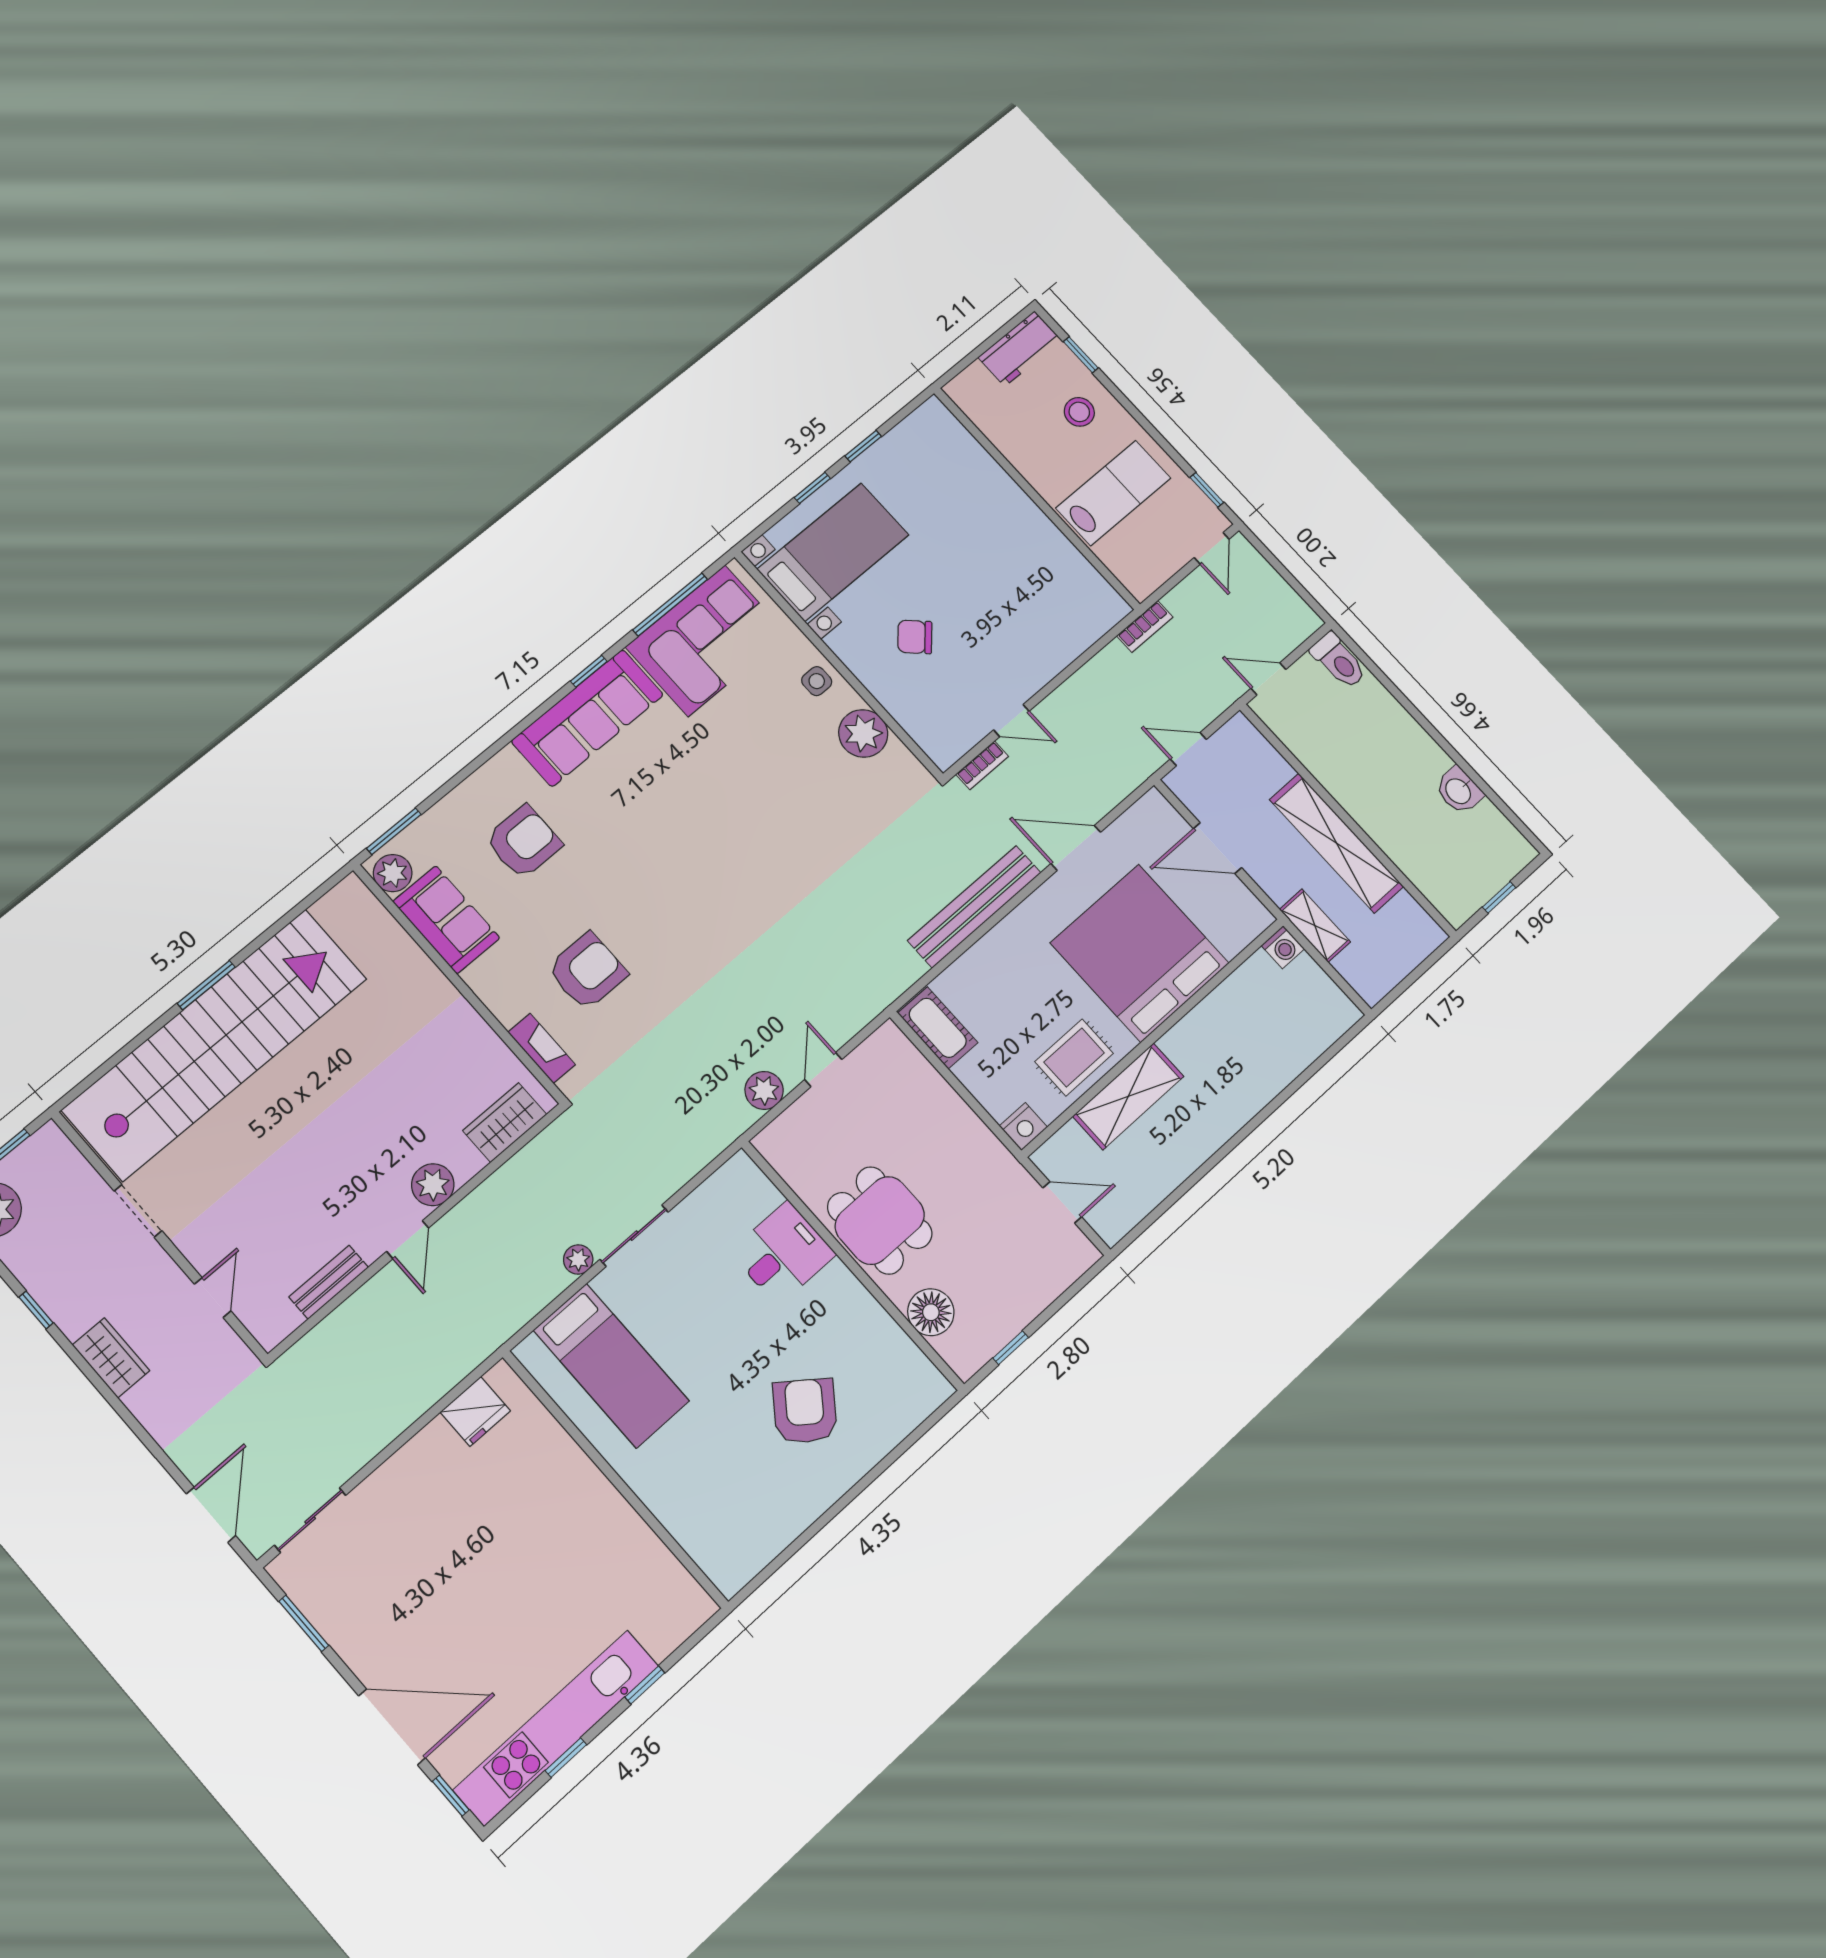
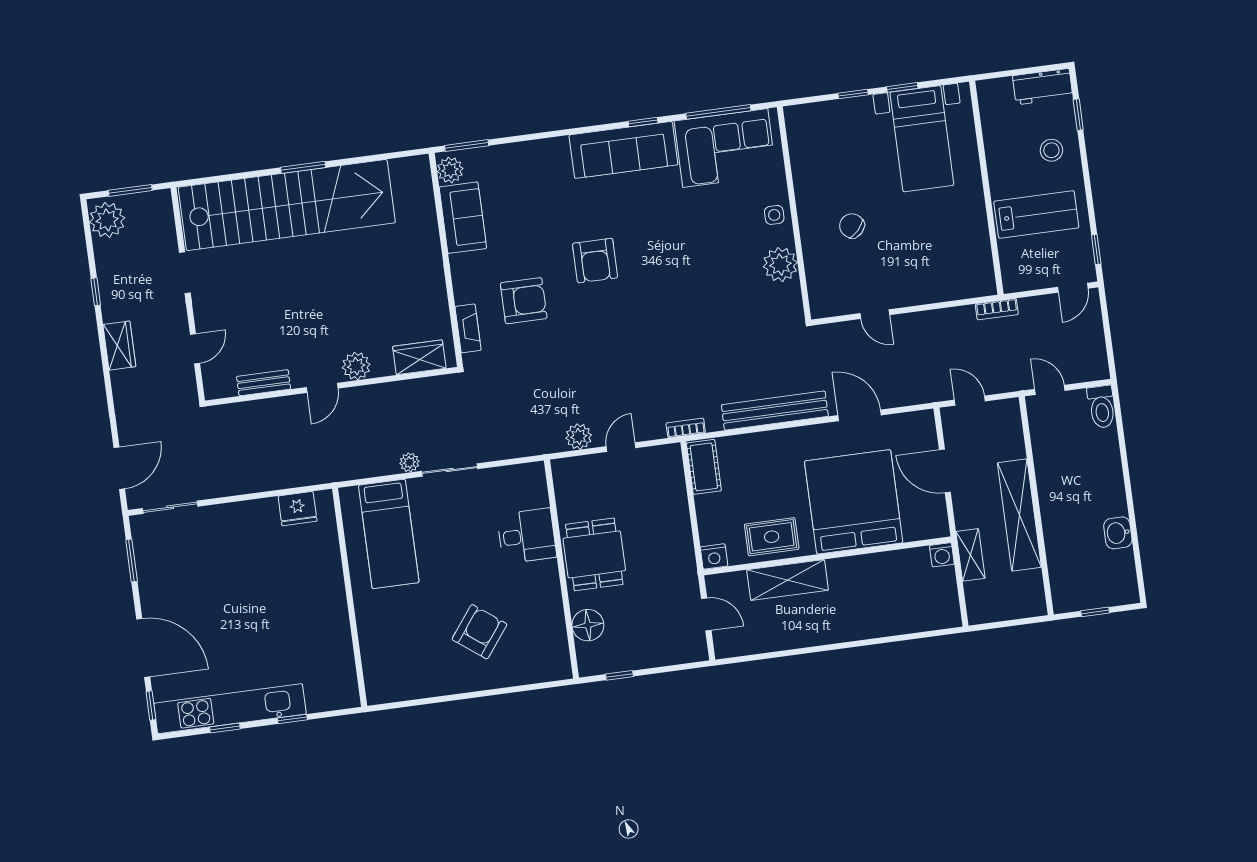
bed with nightstands: (833, 552) -> (922, 139), moved, turned 90
bookcase: (982, 765) -> (686, 428), moved, turned 180
armchair: (523, 842) -> (595, 261), moved, turned 90

